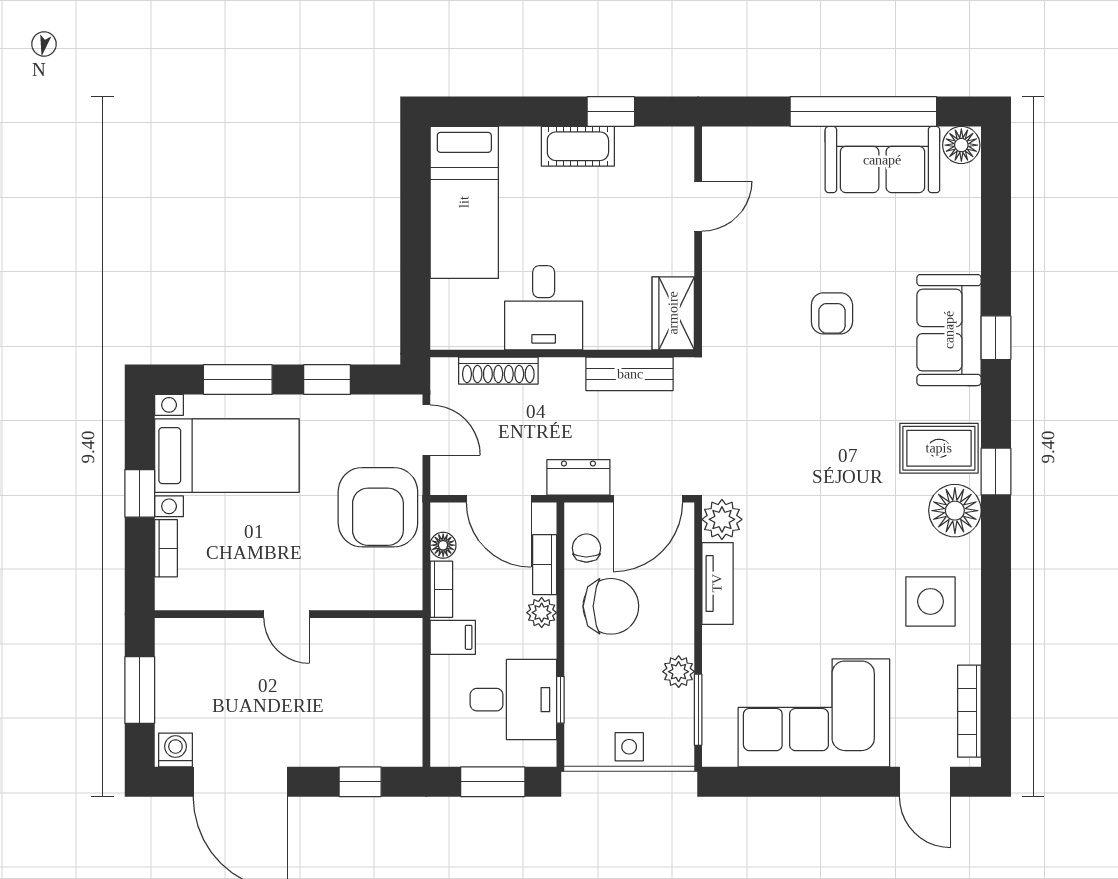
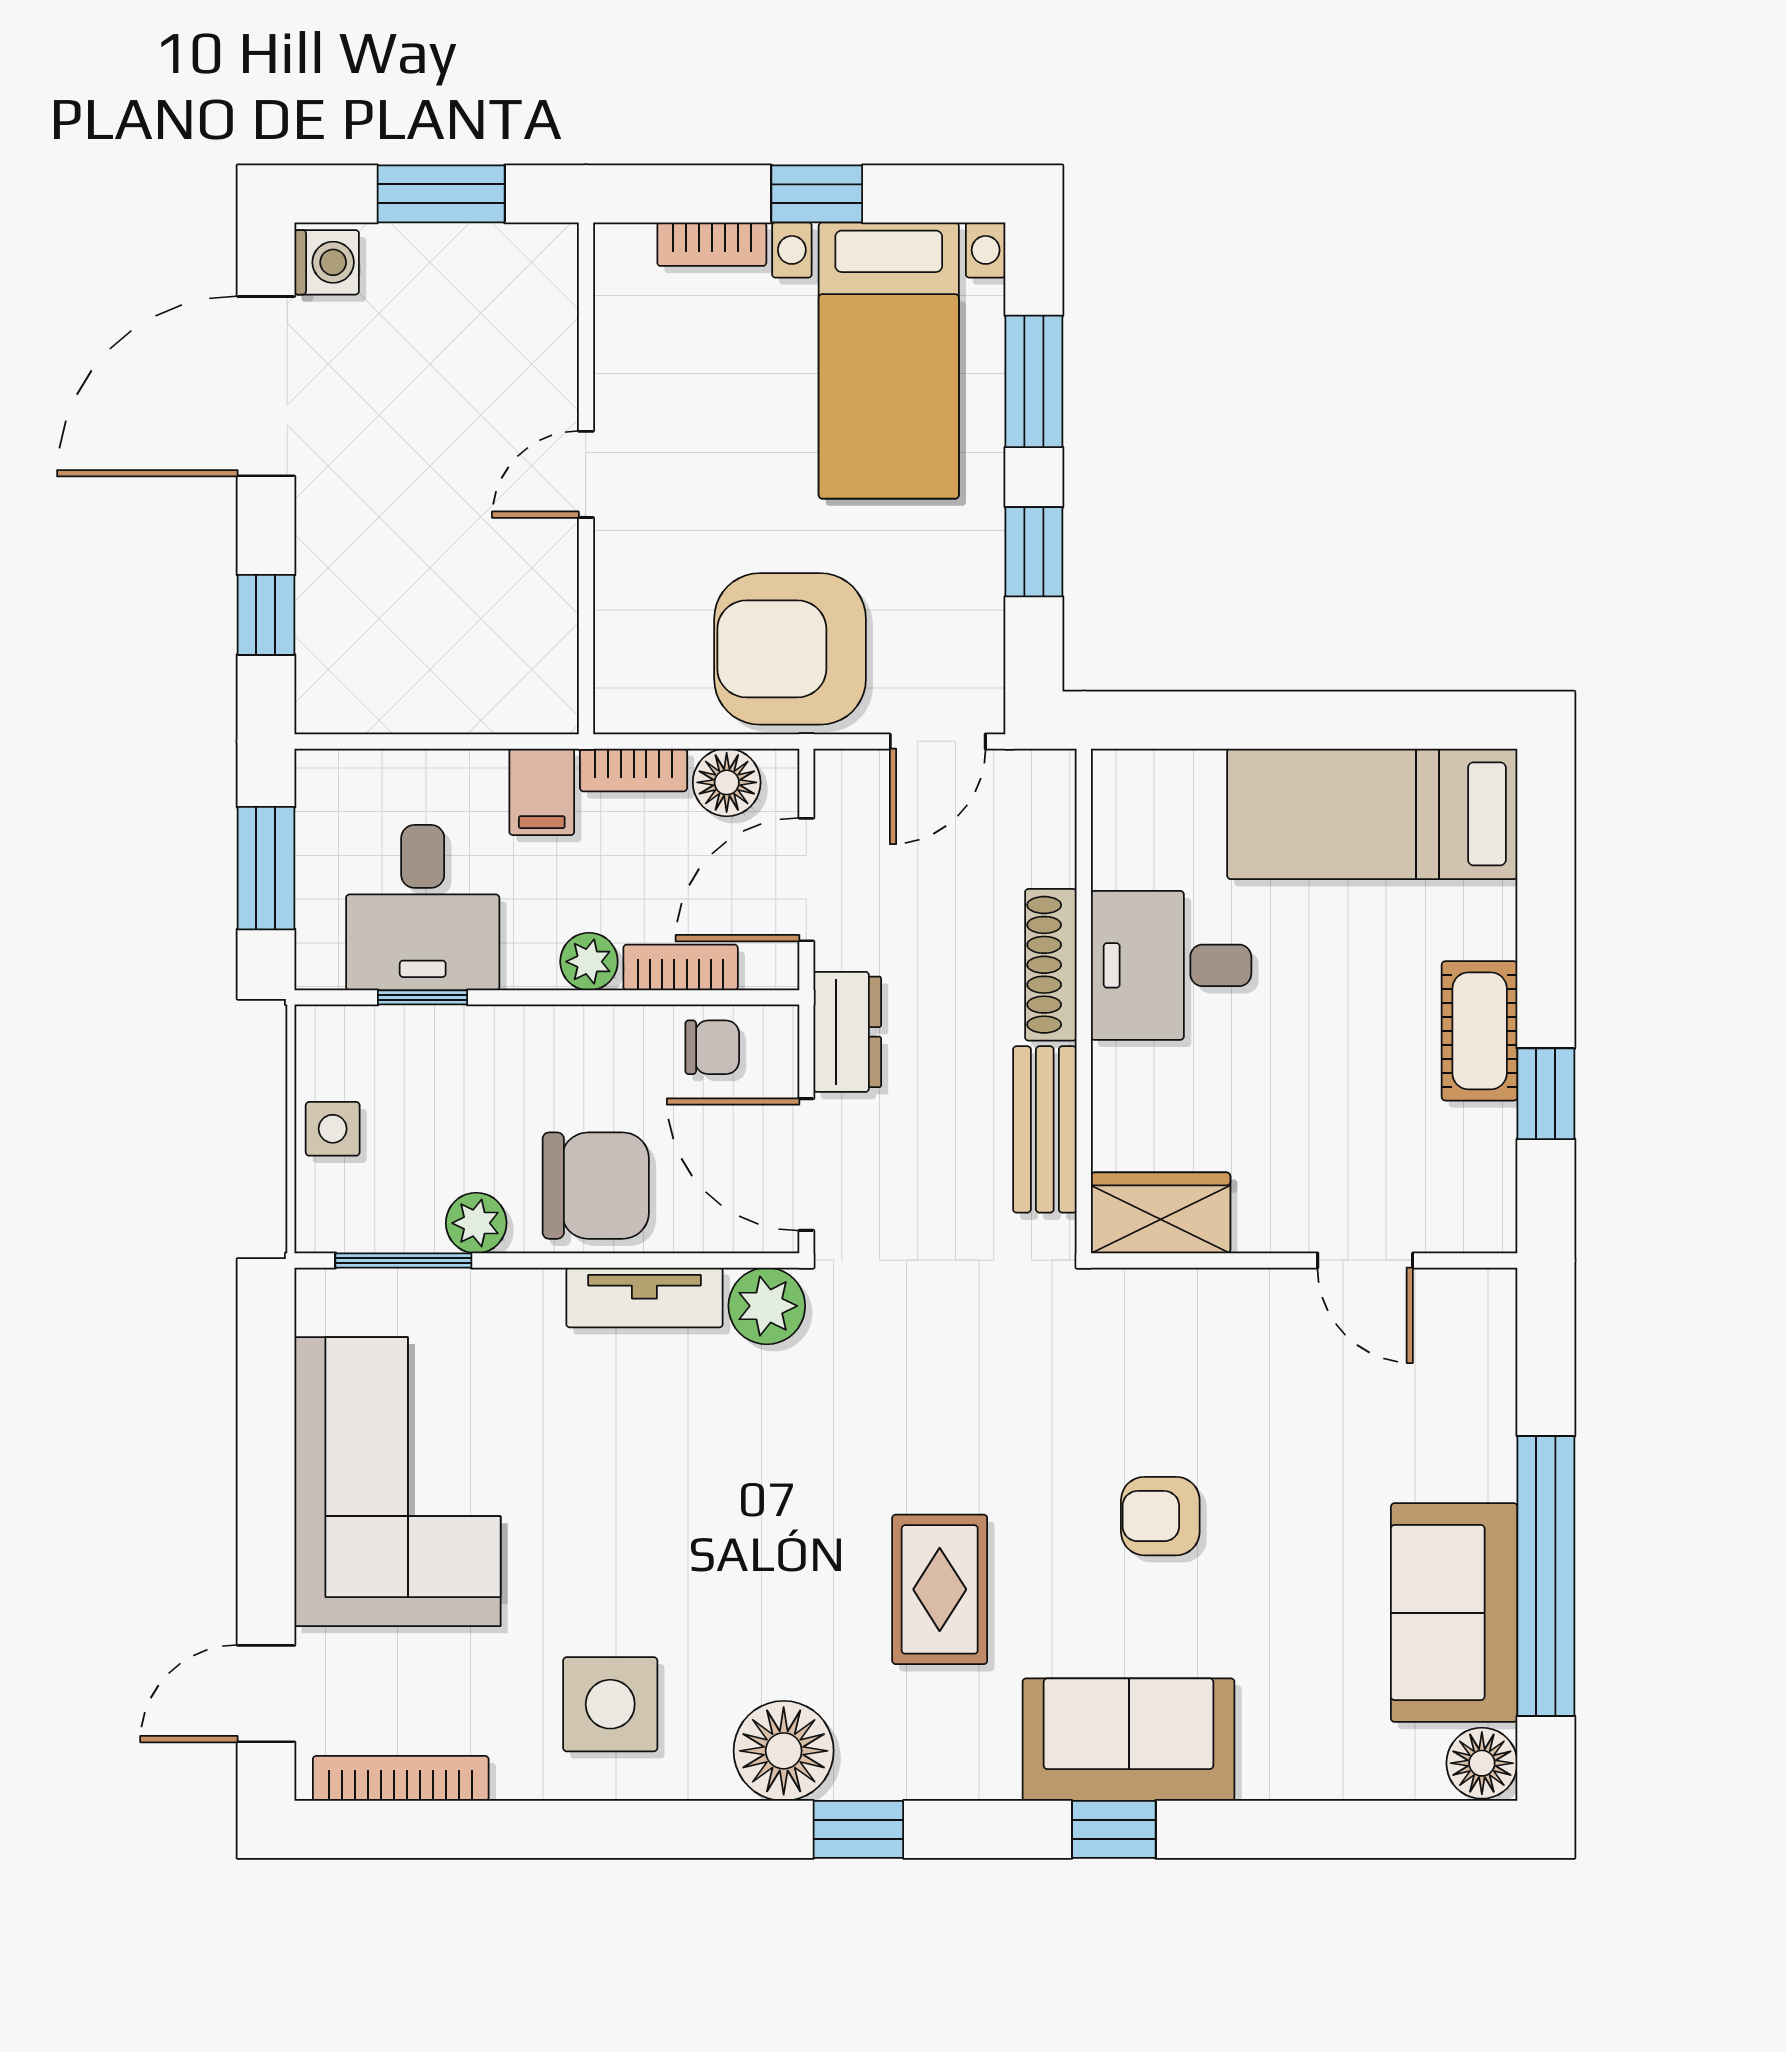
shoe rack: (498, 371) -> (1051, 965), moved
rug: (939, 448) -> (940, 1589), moved
floor lamp: (443, 545) -> (727, 782), width x1.37, depth x1.37
chair: (611, 606) -> (596, 1186), moved, turned -90

